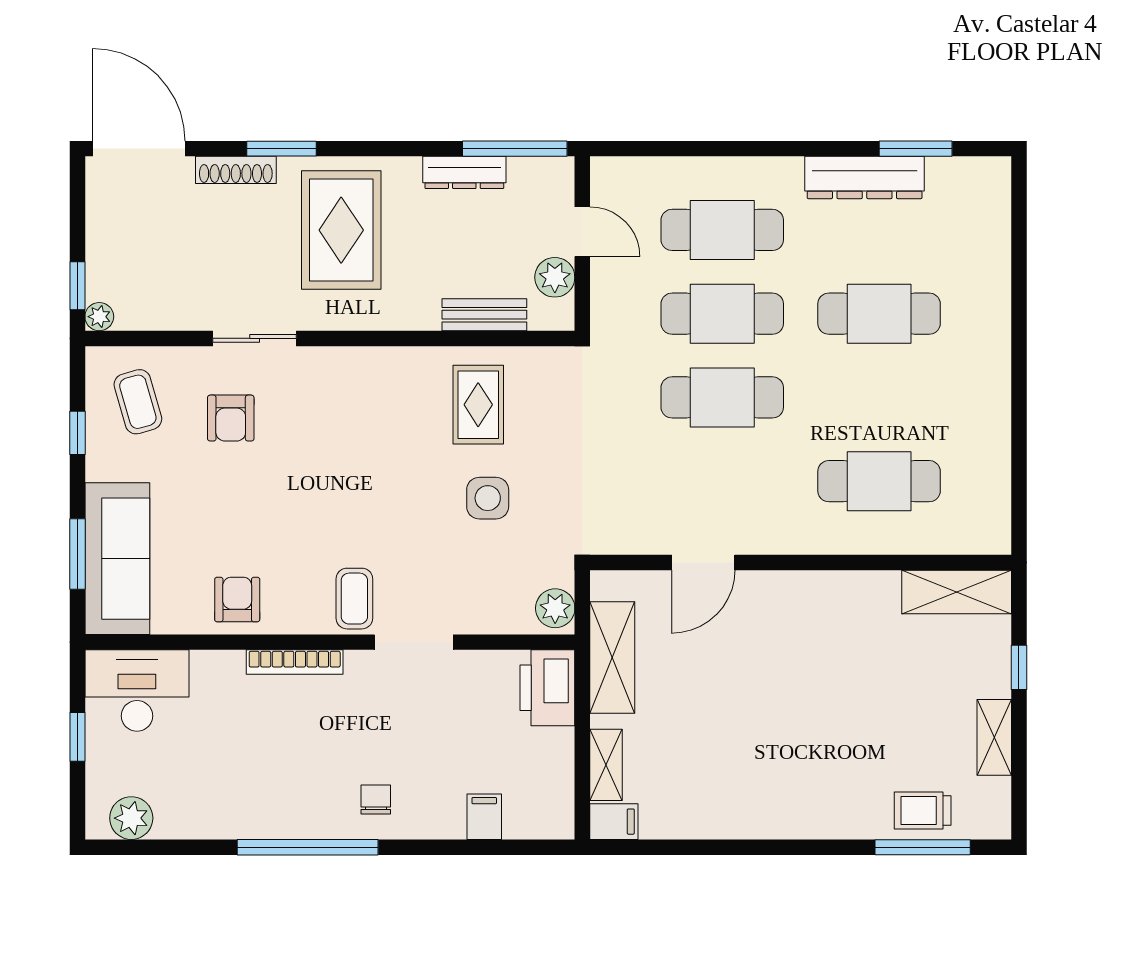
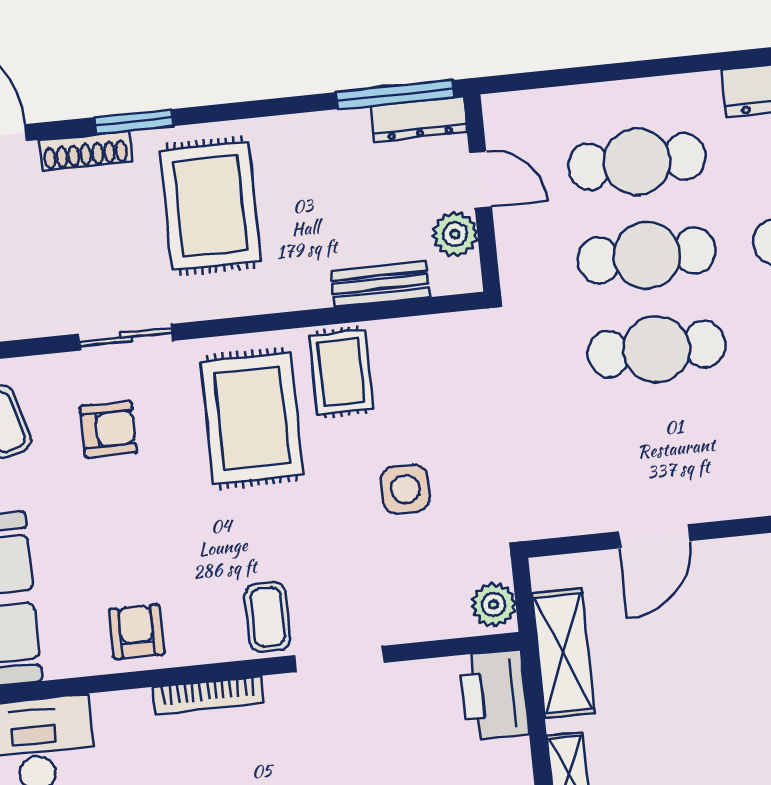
dresser: (464, 172) -> (419, 119), moved
rug: (478, 405) -> (341, 372), moved
armchair: (231, 418) -> (108, 429), turned -90
rug: (359, 421) -> (252, 418), added

